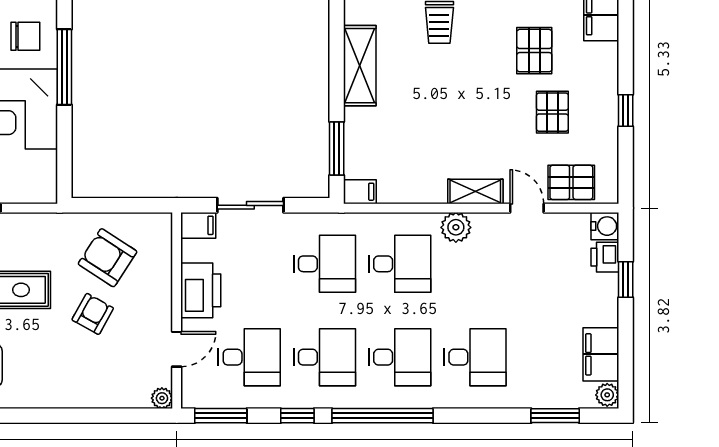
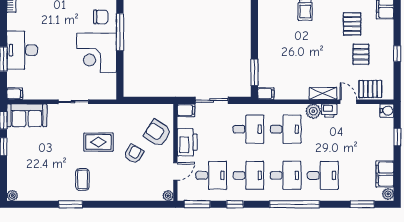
shelving: (360, 66) -> (266, 31), removed
printer: (605, 257) -> (329, 111), moved, turned -90
armchair: (108, 258) -> (157, 133), moved
window: (383, 416) -> (295, 204), moved

